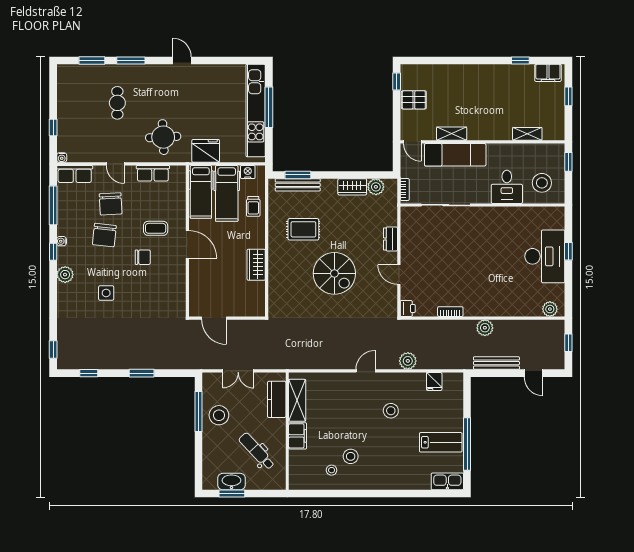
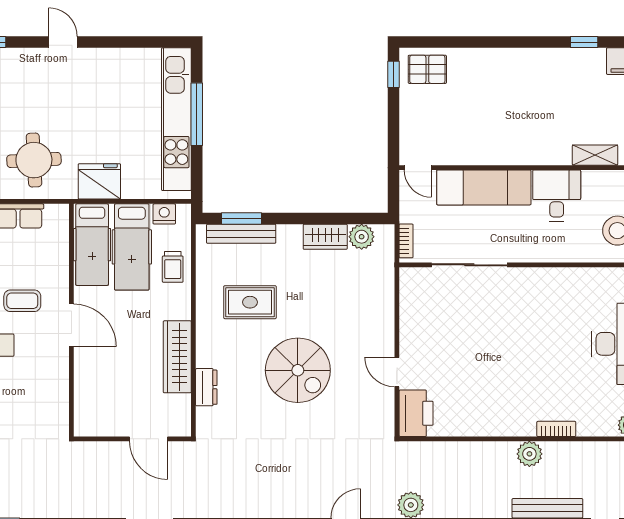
pallet: (414, 100) -> (427, 69), moved
shelving: (452, 134) -> (478, 155), removed
desk: (507, 187) -> (557, 196), moved, turned 180
dresser: (390, 239) -> (206, 387), moved, turned 180
wardrobe: (256, 265) -> (177, 357), width x1.50
printer: (408, 308) -> (416, 413), width x1.87, depth x1.48
bookcase: (450, 312) -> (556, 429), moved
door: (214, 318) -> (149, 439), moved

